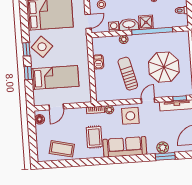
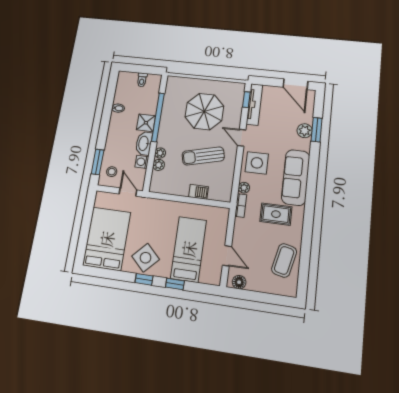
plant: (114, 40) -> (159, 165), added
barbecue: (98, 62) -> (198, 192), moved

